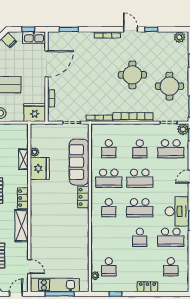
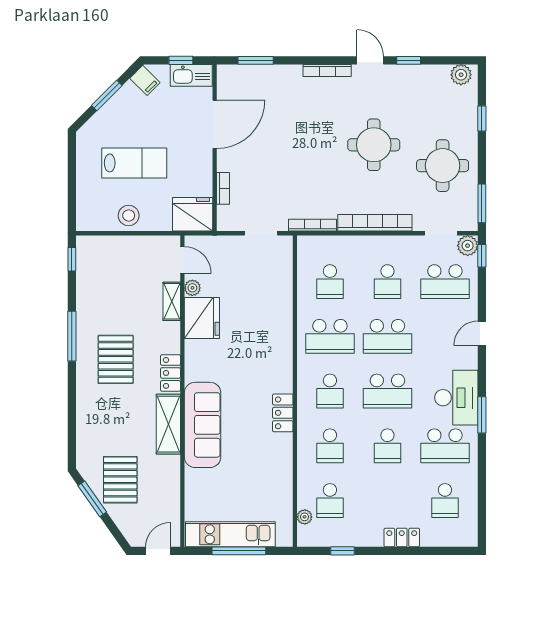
sofa: (79, 162) -> (203, 425), moved, turned 180
locker: (83, 197) -> (283, 413), moved
school desk: (109, 237) -> (330, 446), added
door: (29, 267) -> (182, 260), moved

